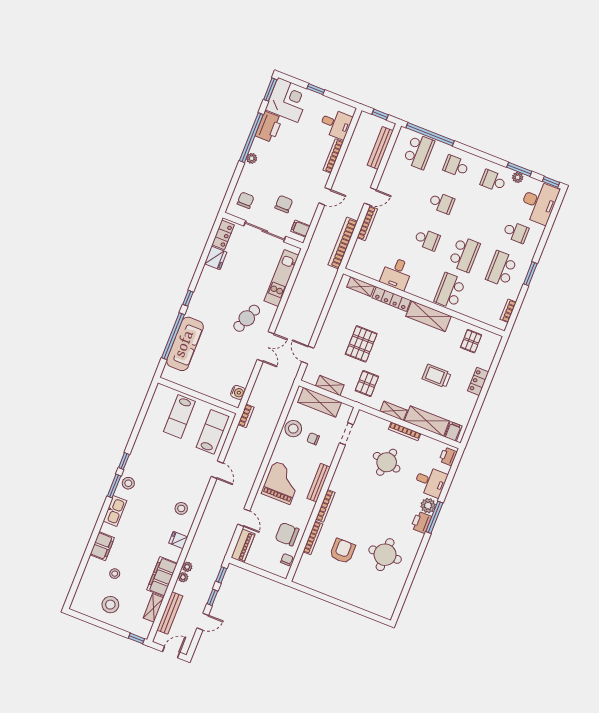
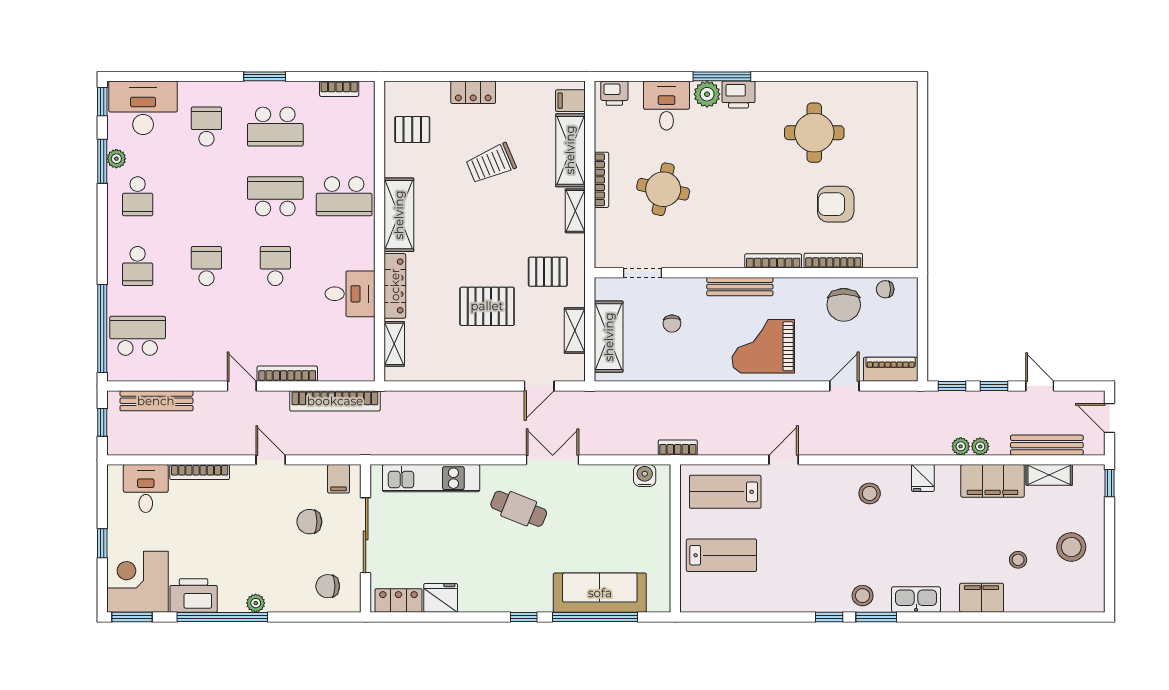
trolley: (437, 376) -> (491, 163), turned 67
stool: (293, 429) -> (668, 363), removed

